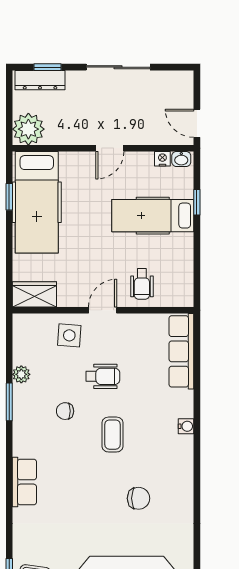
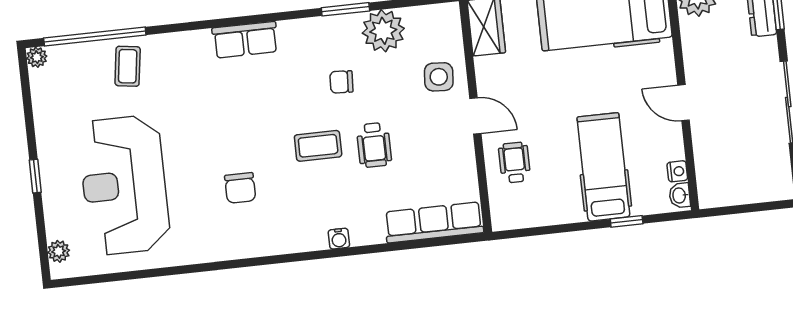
door: (197, 123) -> (728, 210), removed
wheelchair: (142, 284) -> (514, 162), turned 90
plant: (21, 374) -> (383, 31), width x1.87, depth x1.87
wheelchair: (103, 376) -> (374, 145), moved
chair: (65, 411) -> (341, 82), turned -87

